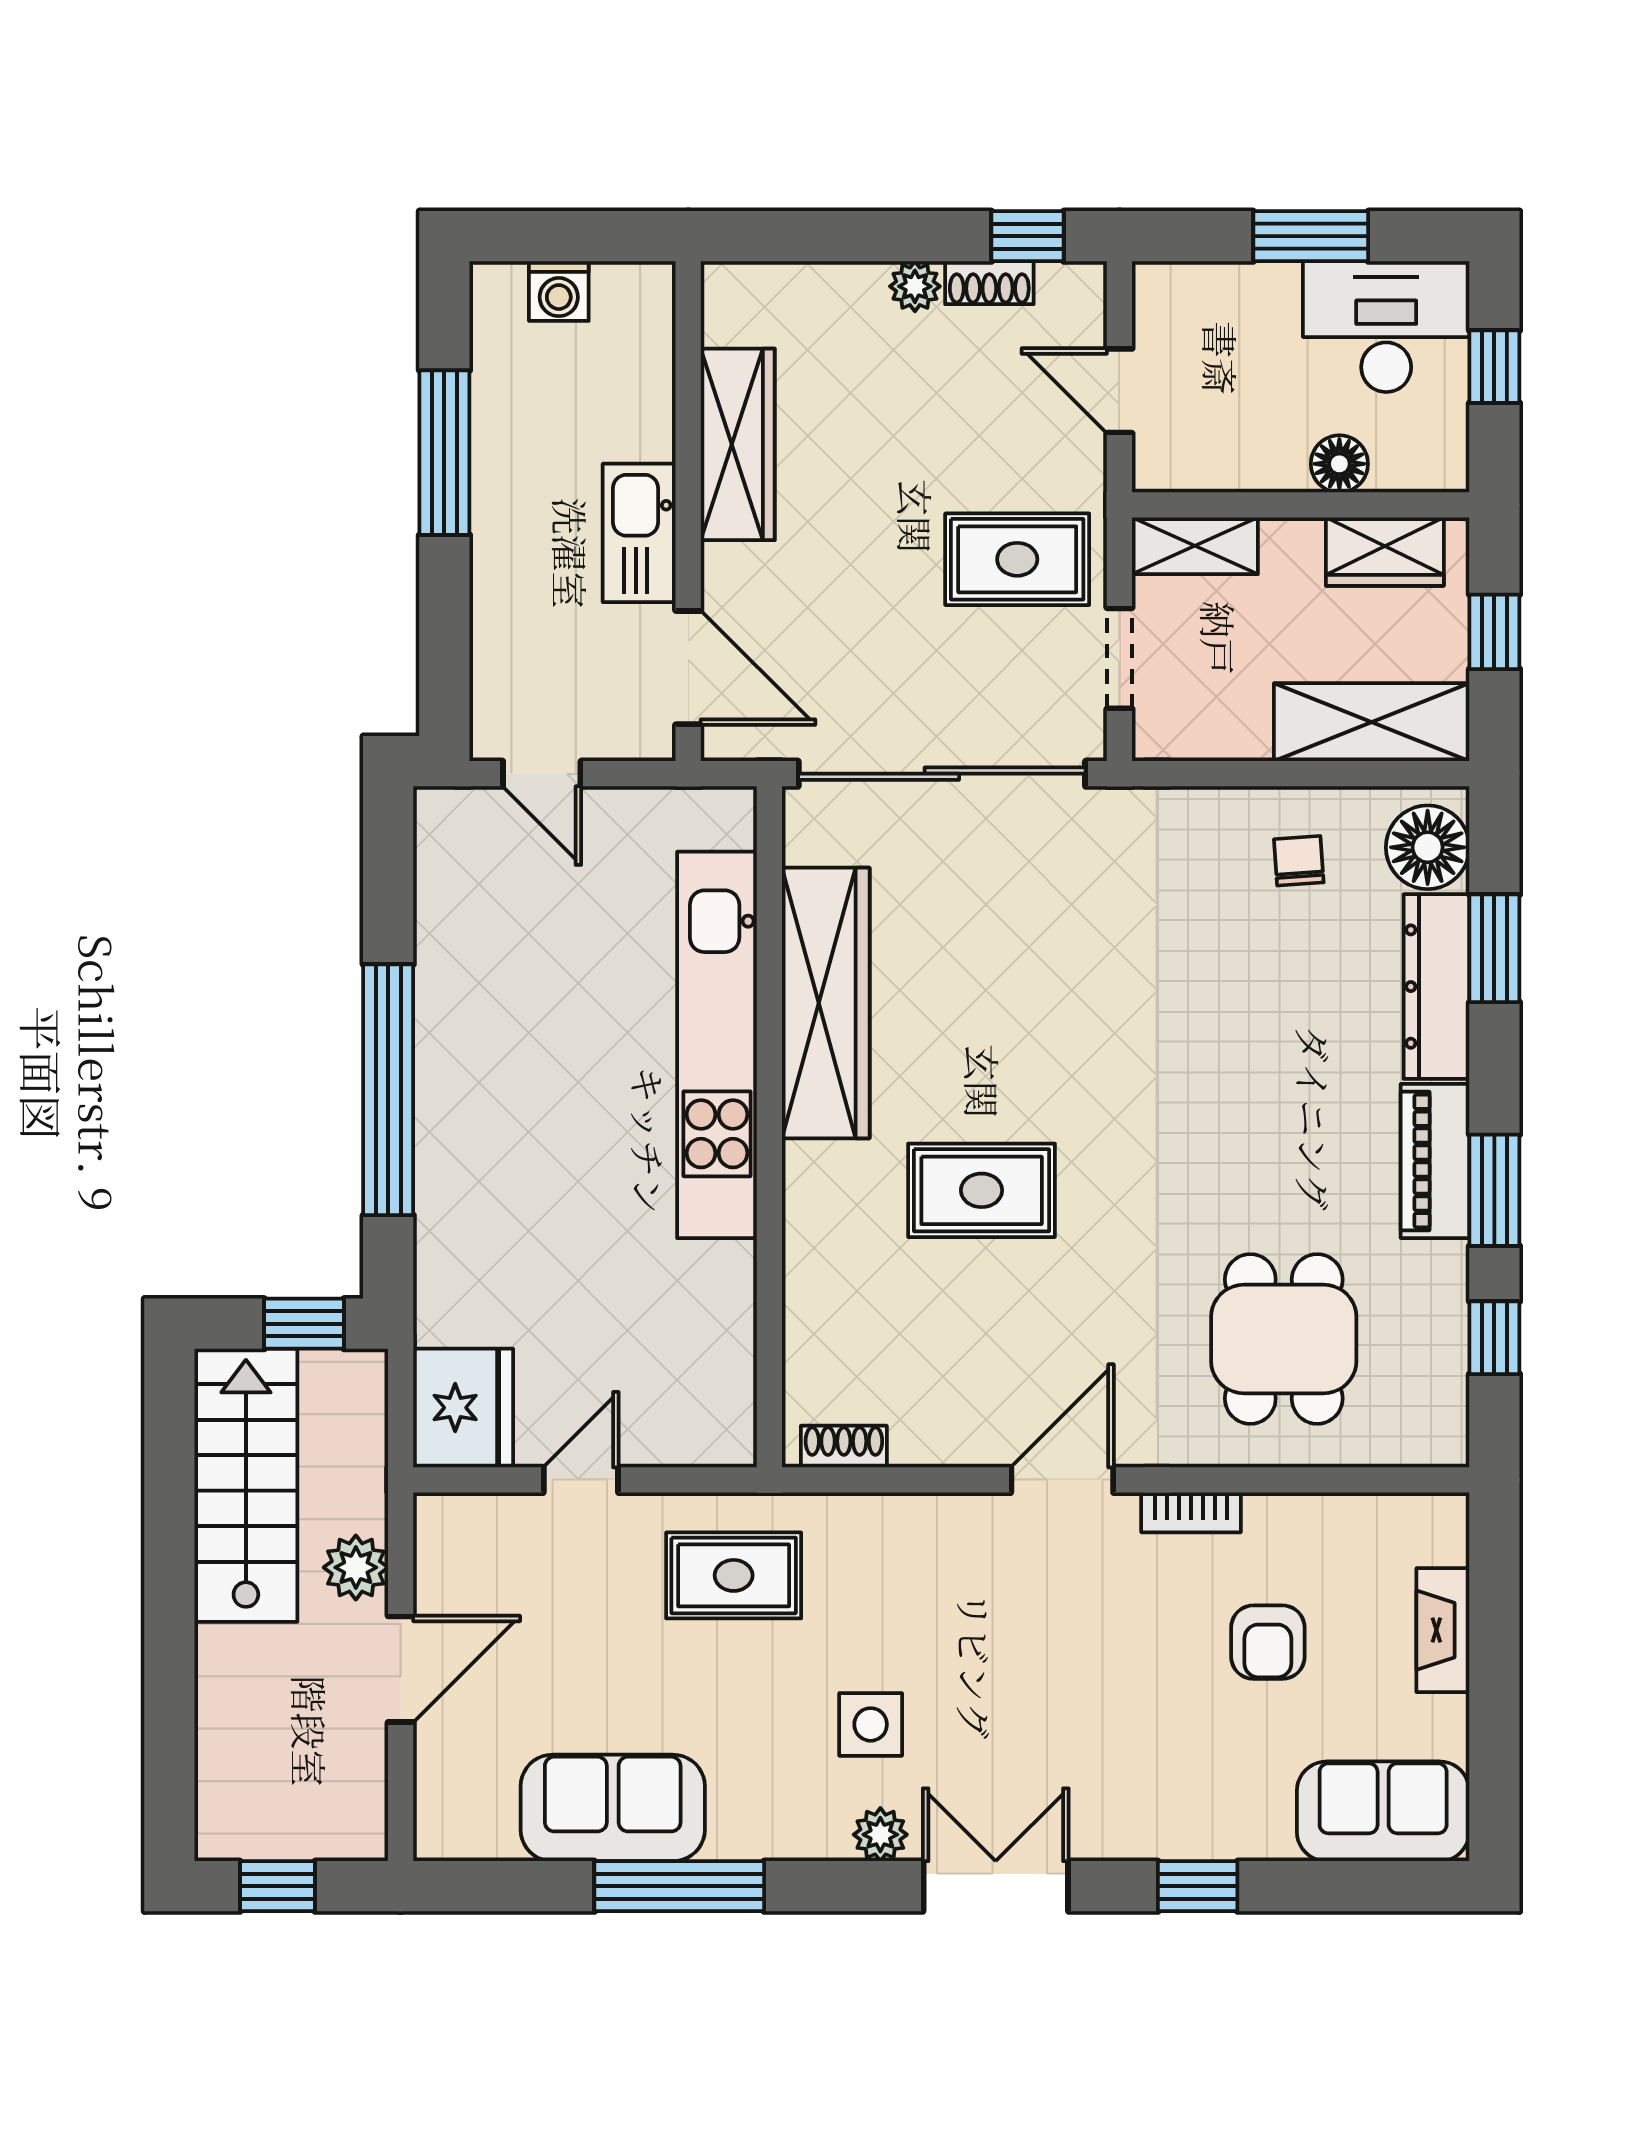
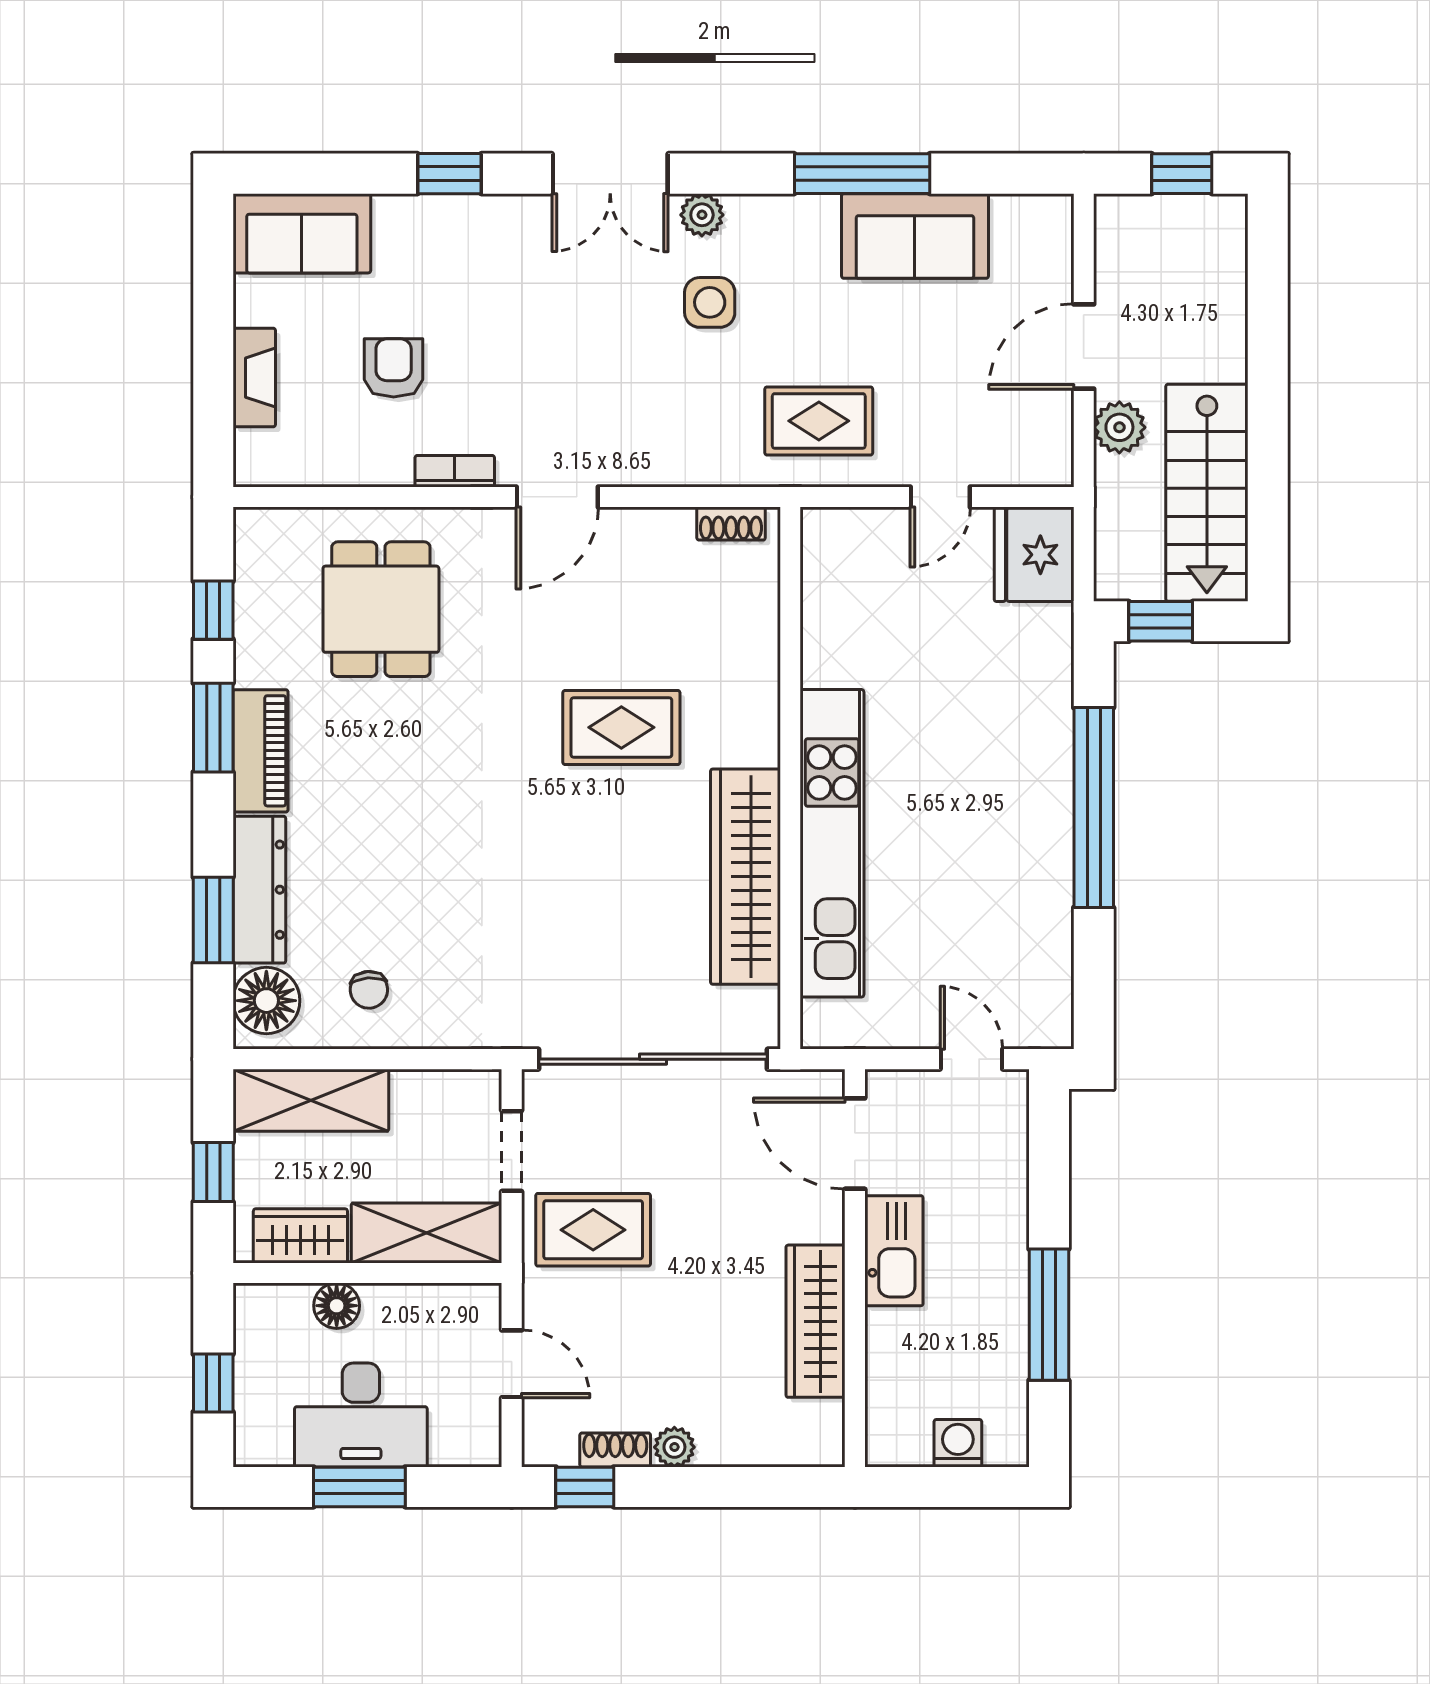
desk: (1386, 327) -> (361, 1415), moved
shelving: (1195, 546) -> (426, 1233), width x1.50, depth x1.33

